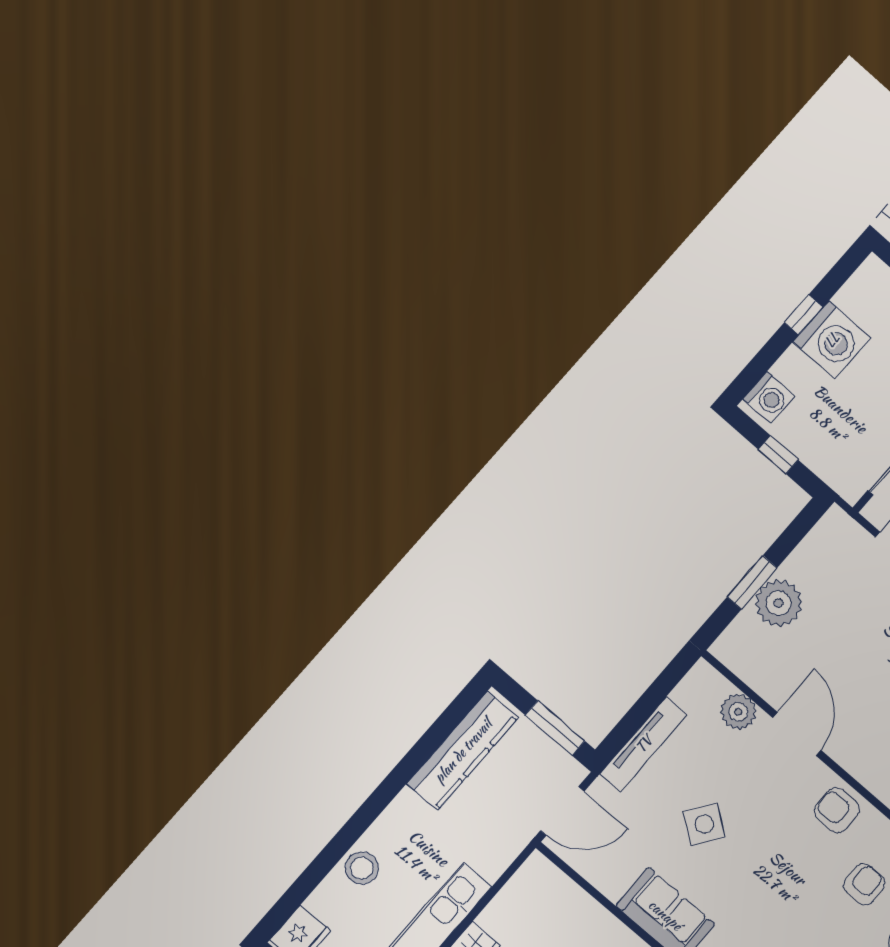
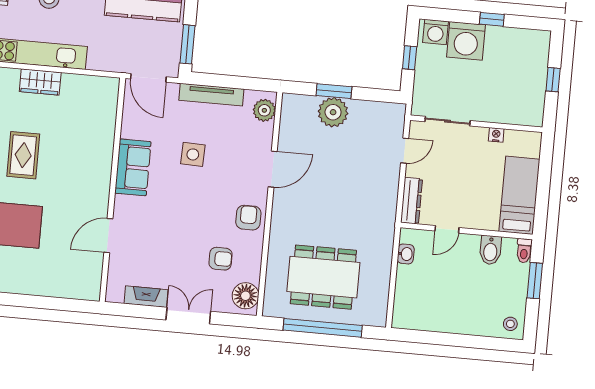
washing machine: (832, 340) -> (466, 41), moved
plant: (738, 712) -> (264, 110), moved
side table: (704, 824) -> (193, 154), turned -33

